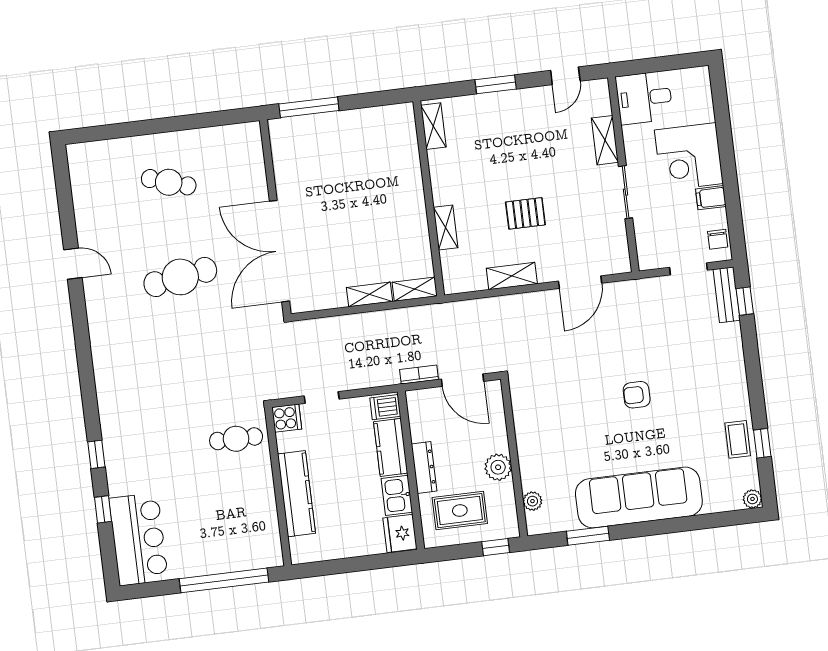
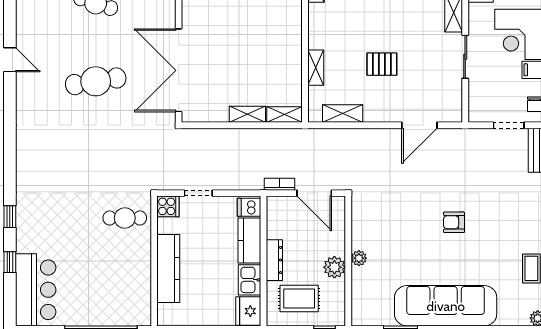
shelving: (512, 276) -> (343, 113), moved
plant: (532, 501) -> (359, 258), moved

